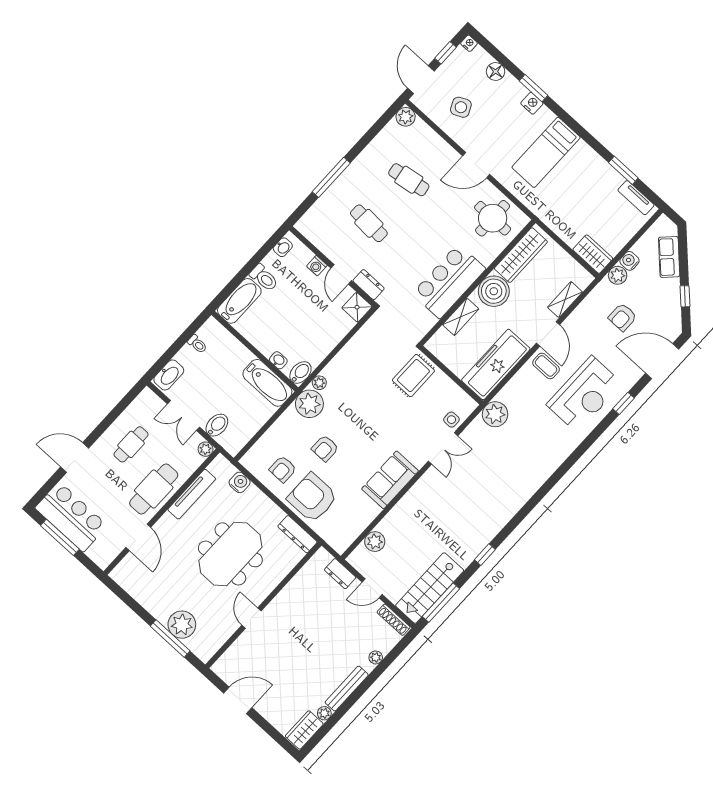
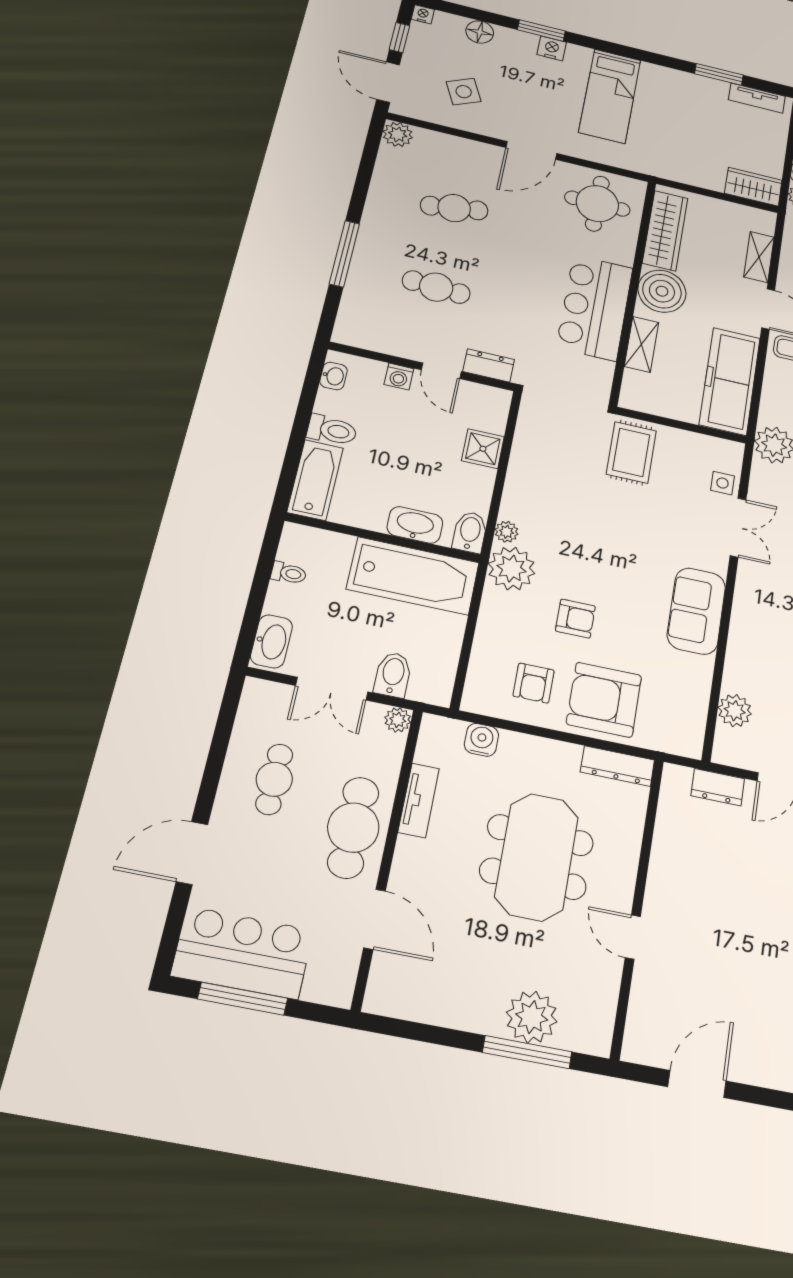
shower: (357, 307) -> (483, 449), moved
washbasin: (278, 360) -> (415, 525), width x1.91, depth x1.45
bathtub: (267, 383) -> (413, 576), width x1.36, depth x1.36
armchair: (325, 448) -> (575, 619), turned -90
tv unit: (192, 494) -> (419, 800), width x0.71

